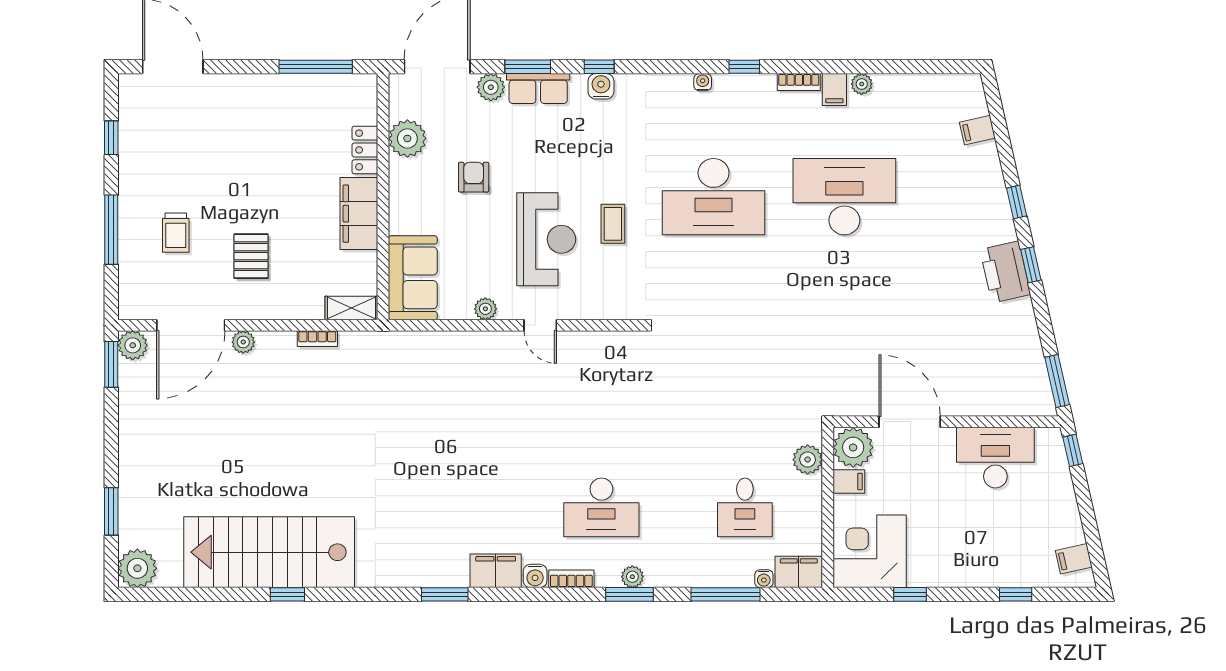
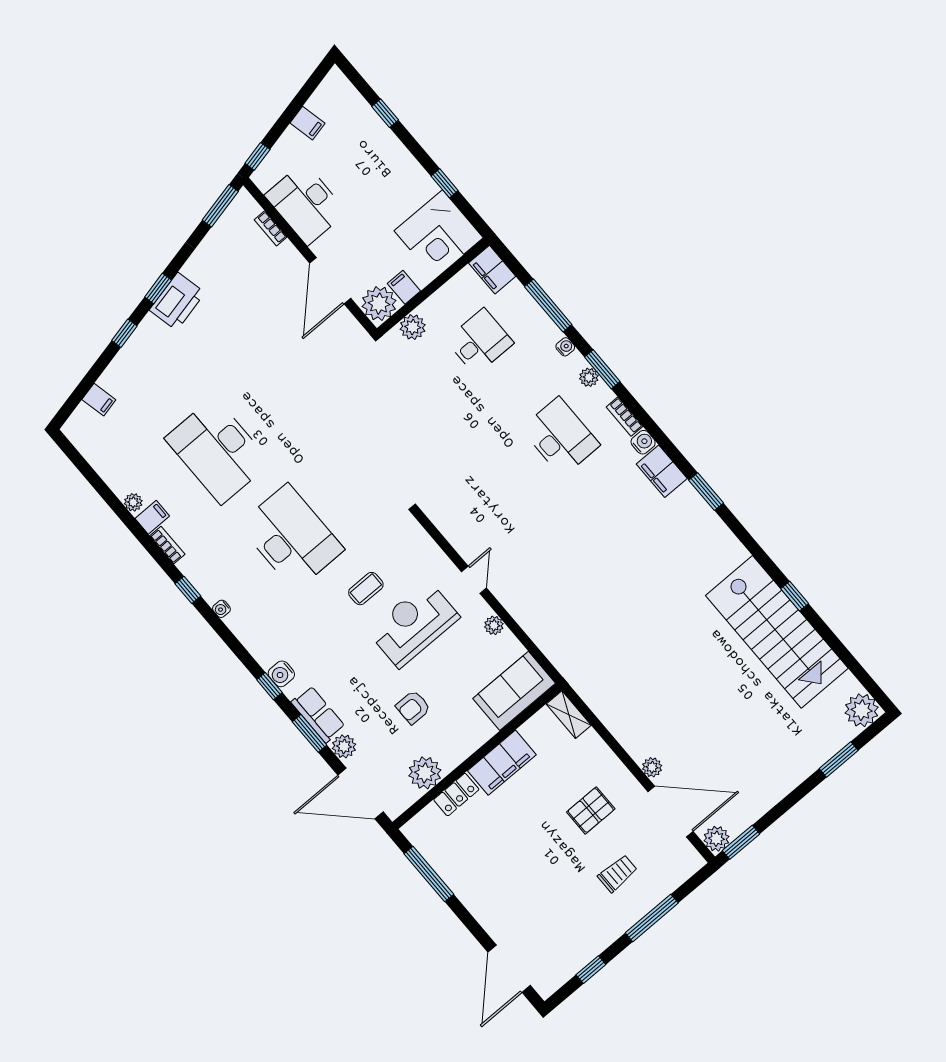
bookcase: (317, 339) -> (271, 228), moved, turned 180
filing cabinet: (1074, 559) -> (307, 123), moved
water cooler: (764, 579) -> (565, 347), moved

